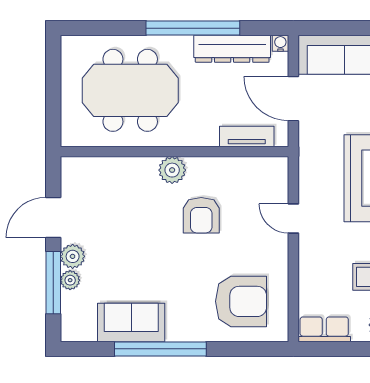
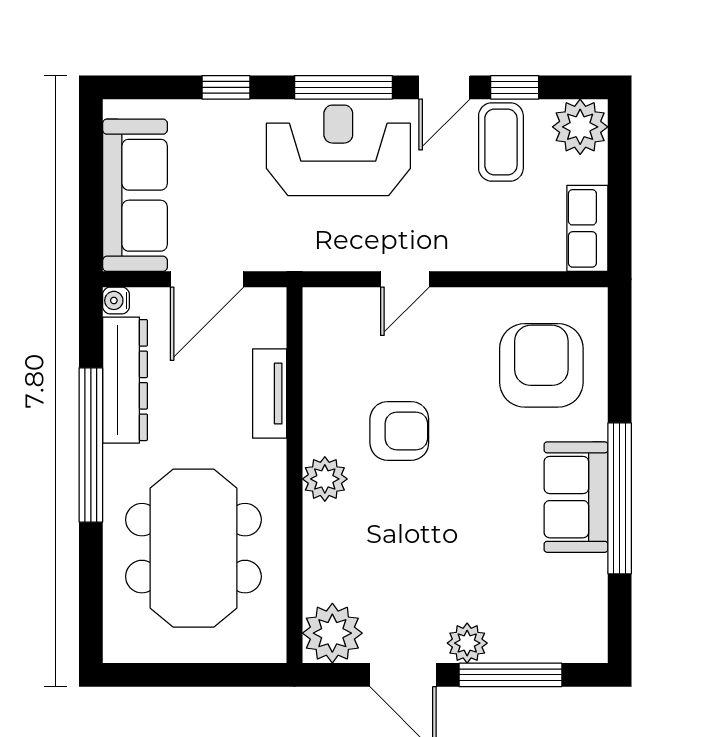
tv unit: (247, 137) -> (270, 394), moved
plant: (70, 280) -> (332, 633), moved, width x1.88, depth x1.88
sofa: (131, 322) -> (576, 497), moved

